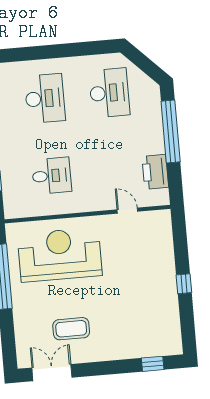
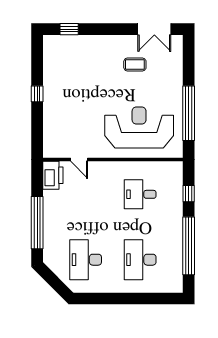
printer: (155, 172) -> (53, 175), moved
reception desk: (60, 255) -> (139, 127), turned 180
coffee table: (71, 329) -> (135, 65), width x0.73, depth x0.77

